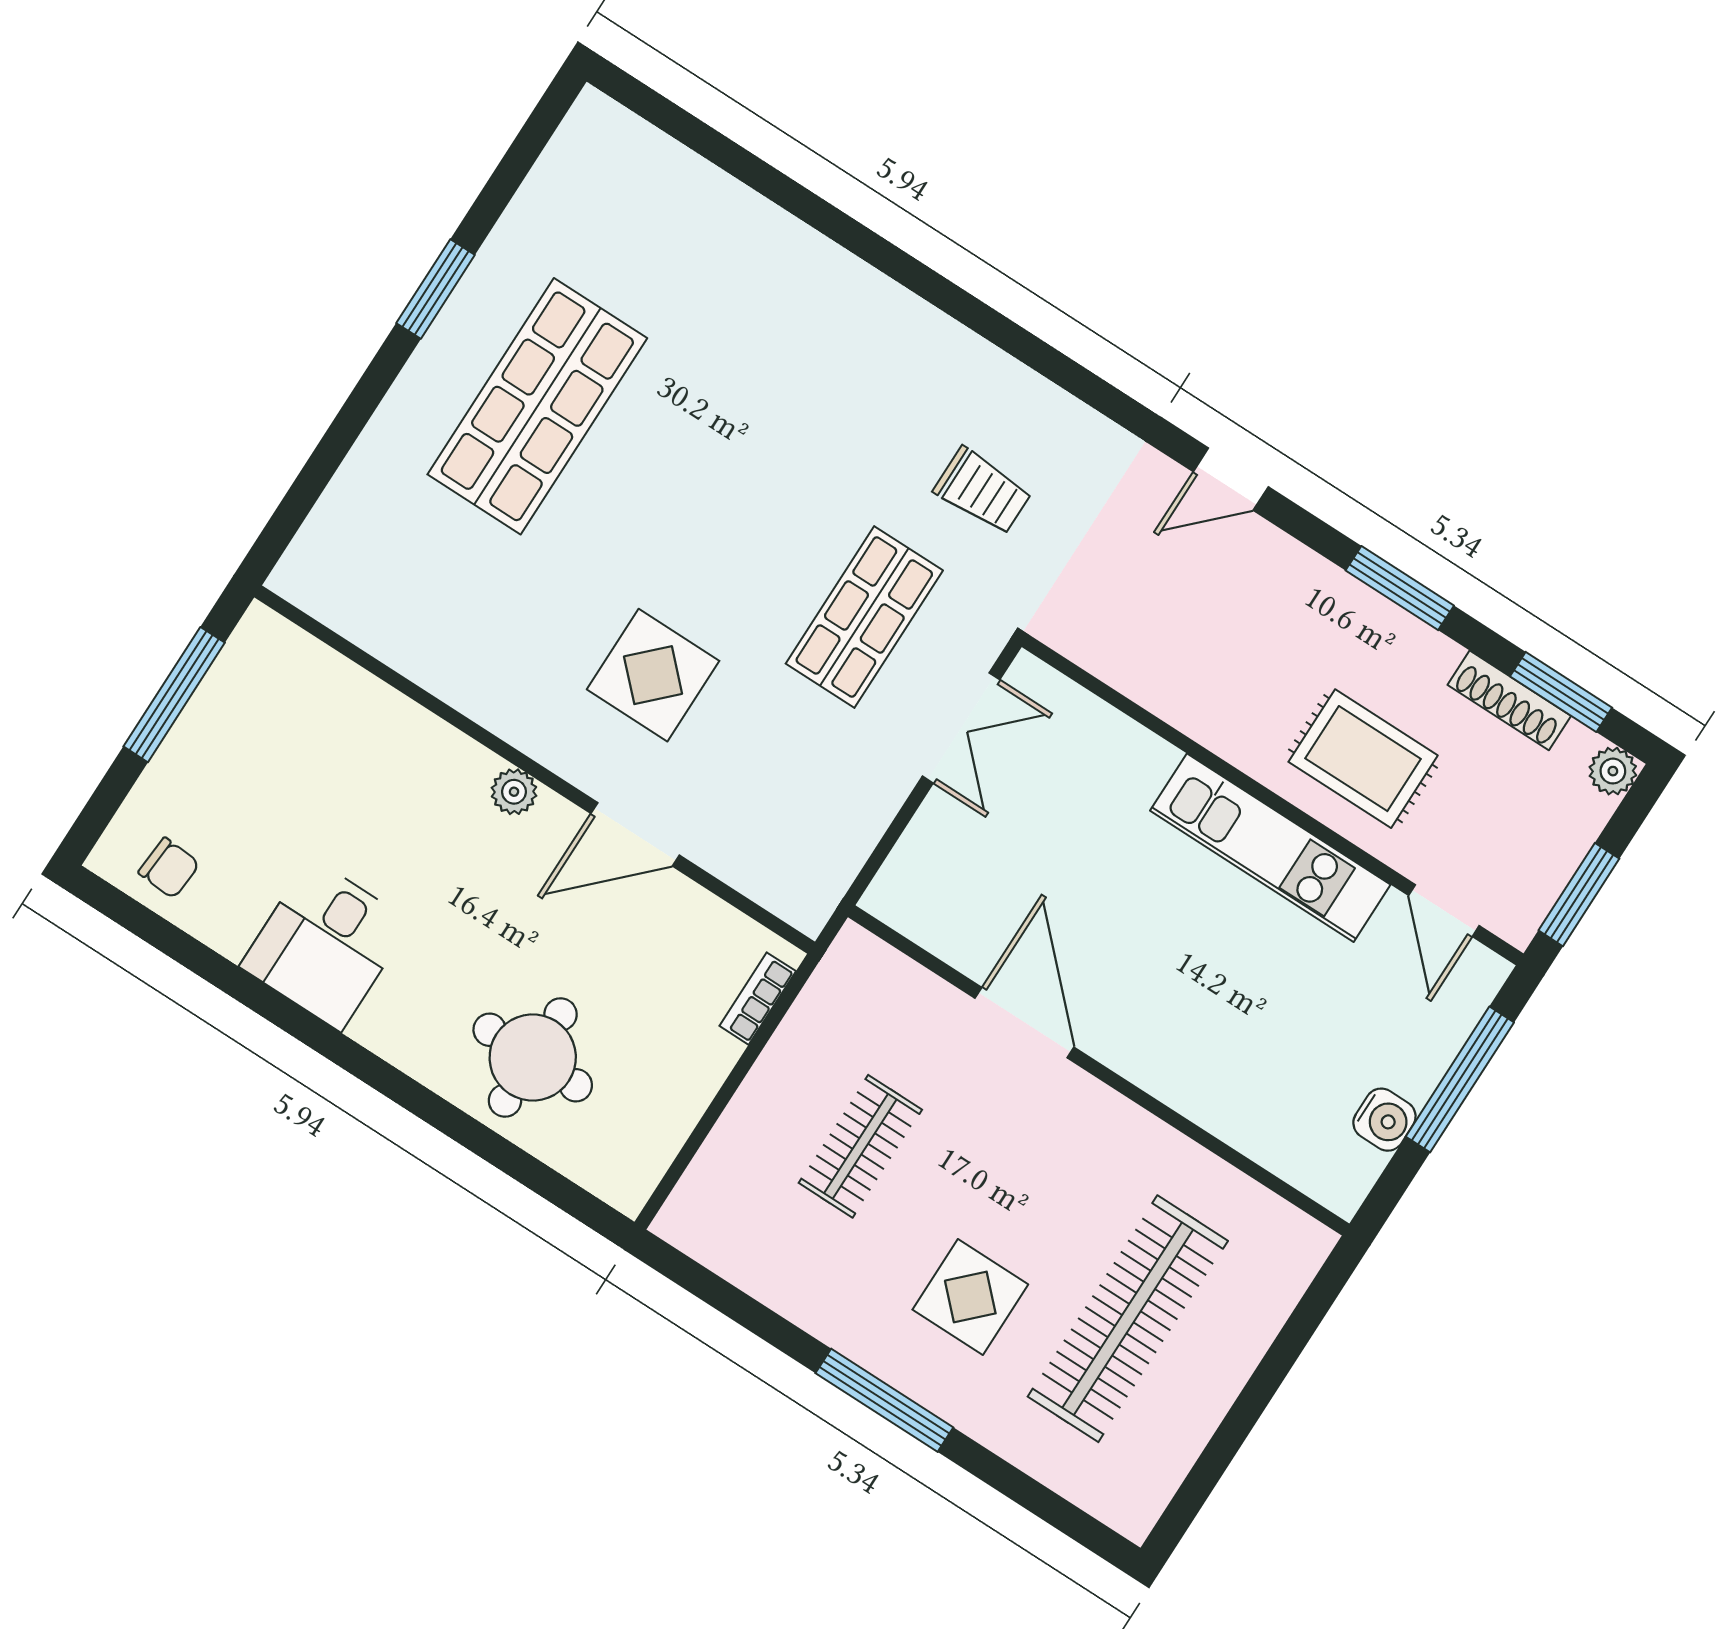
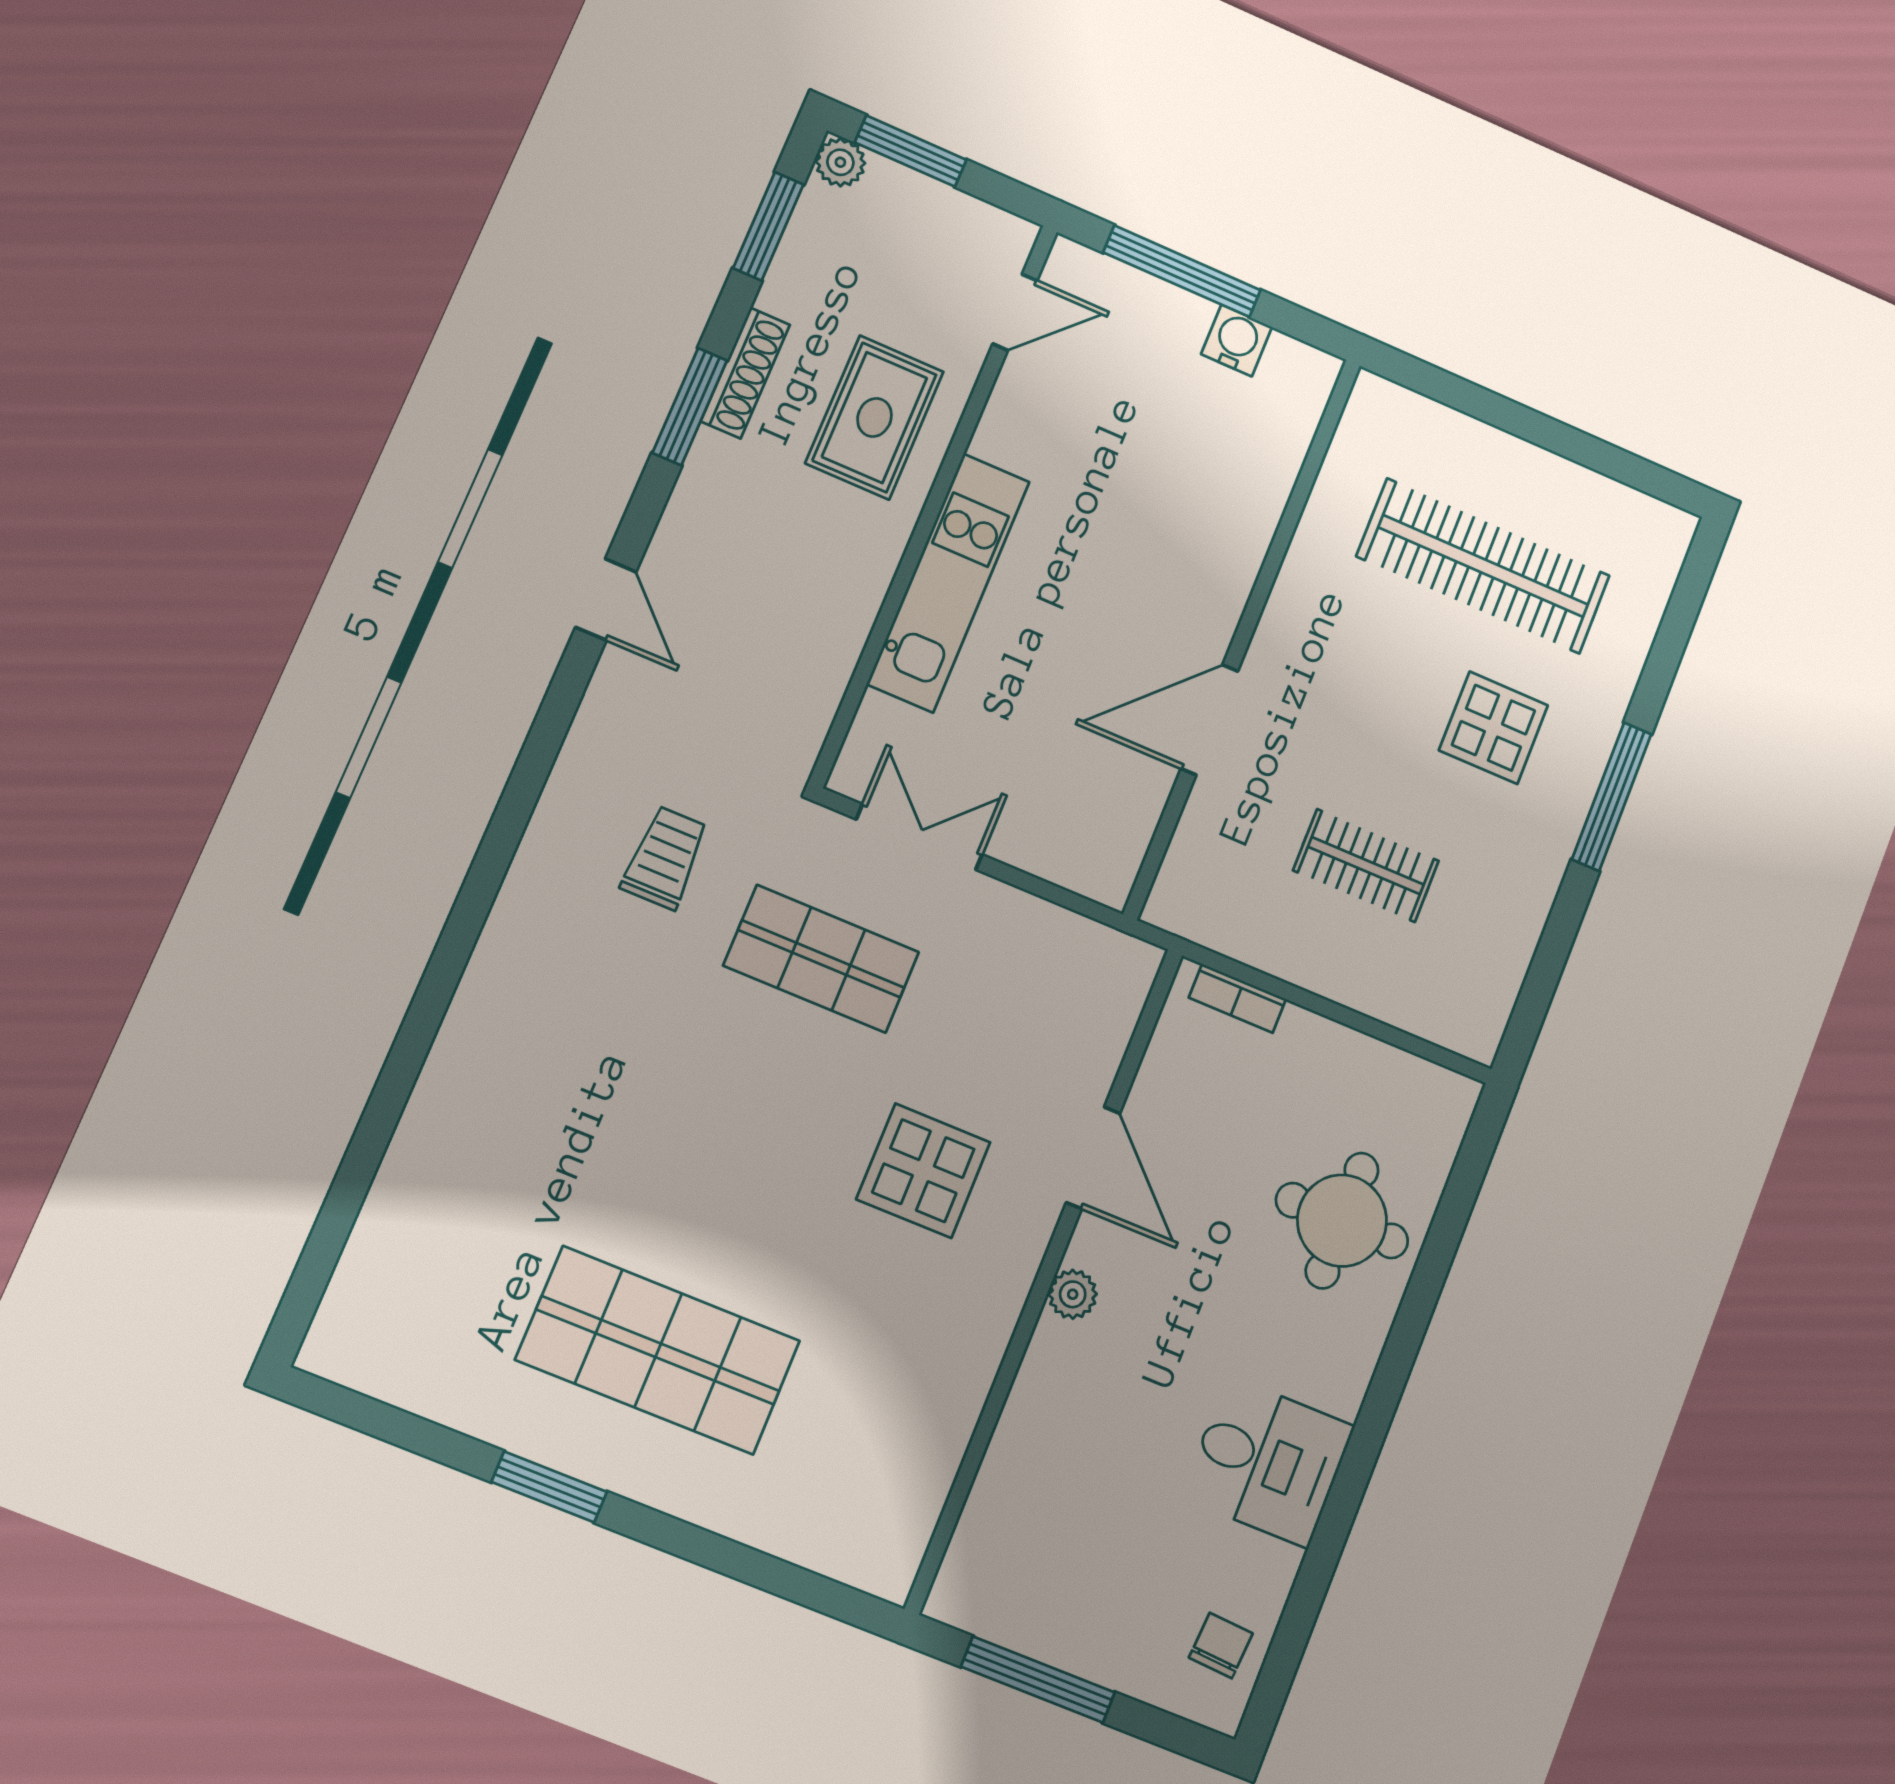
shoe rack: (1509, 700) -> (745, 373), moved
kitchen unit: (1270, 848) -> (948, 583), moved
window: (1579, 895) -> (911, 151), moved

